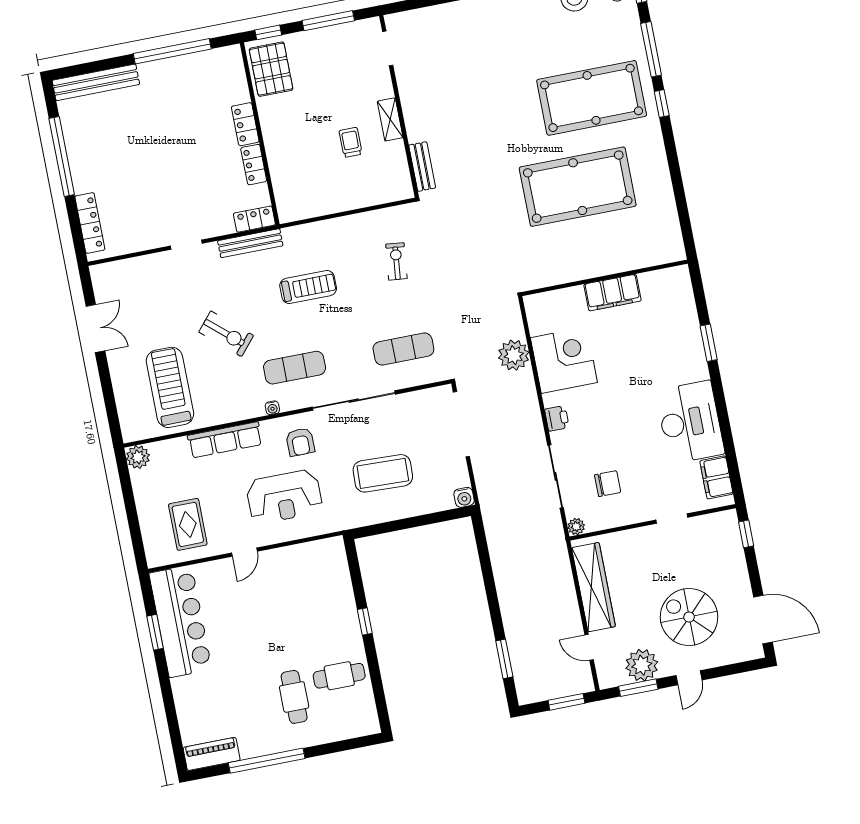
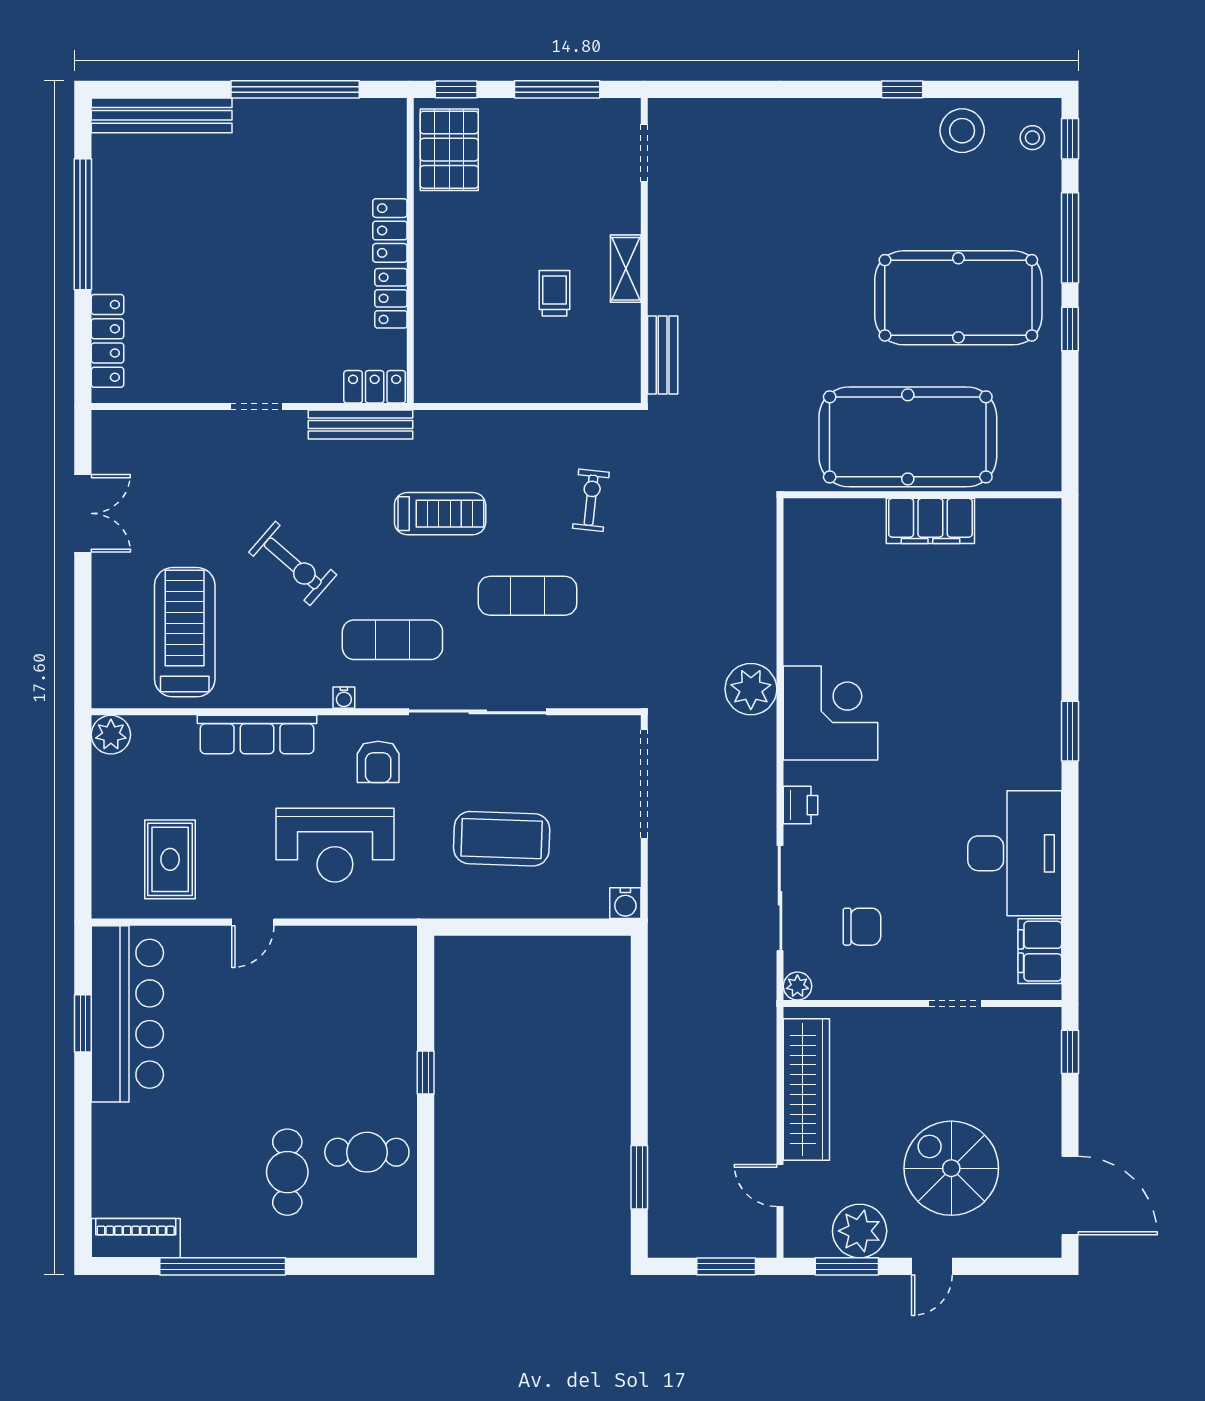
wall: (605, 278) -> (922, 495), moved
filing cabinet: (612, 293) -> (930, 521), moved
exercise mat: (403, 349) -> (528, 596), moved

